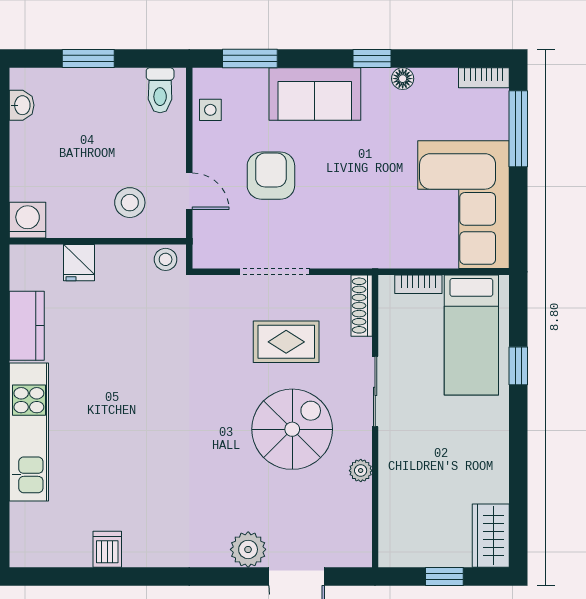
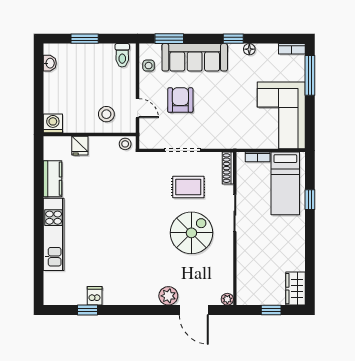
sofa: (315, 94) -> (195, 57), width x1.36
plant: (361, 471) -> (227, 299), moved
window: (94, 576) -> (88, 310), added

